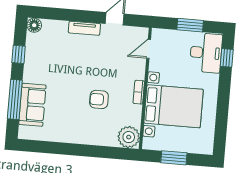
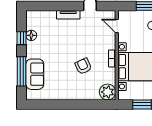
floor lamp: (34, 25) -> (31, 35), moved
door: (149, 49) -> (117, 26), hinge flipped
armchair: (99, 99) -> (83, 66), turned 65

